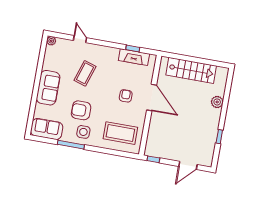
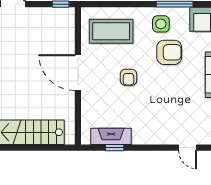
coffee table: (85, 73) -> (173, 103), removed
armchair: (126, 96) -> (128, 77), moved
door: (152, 97) -> (78, 73), moved

